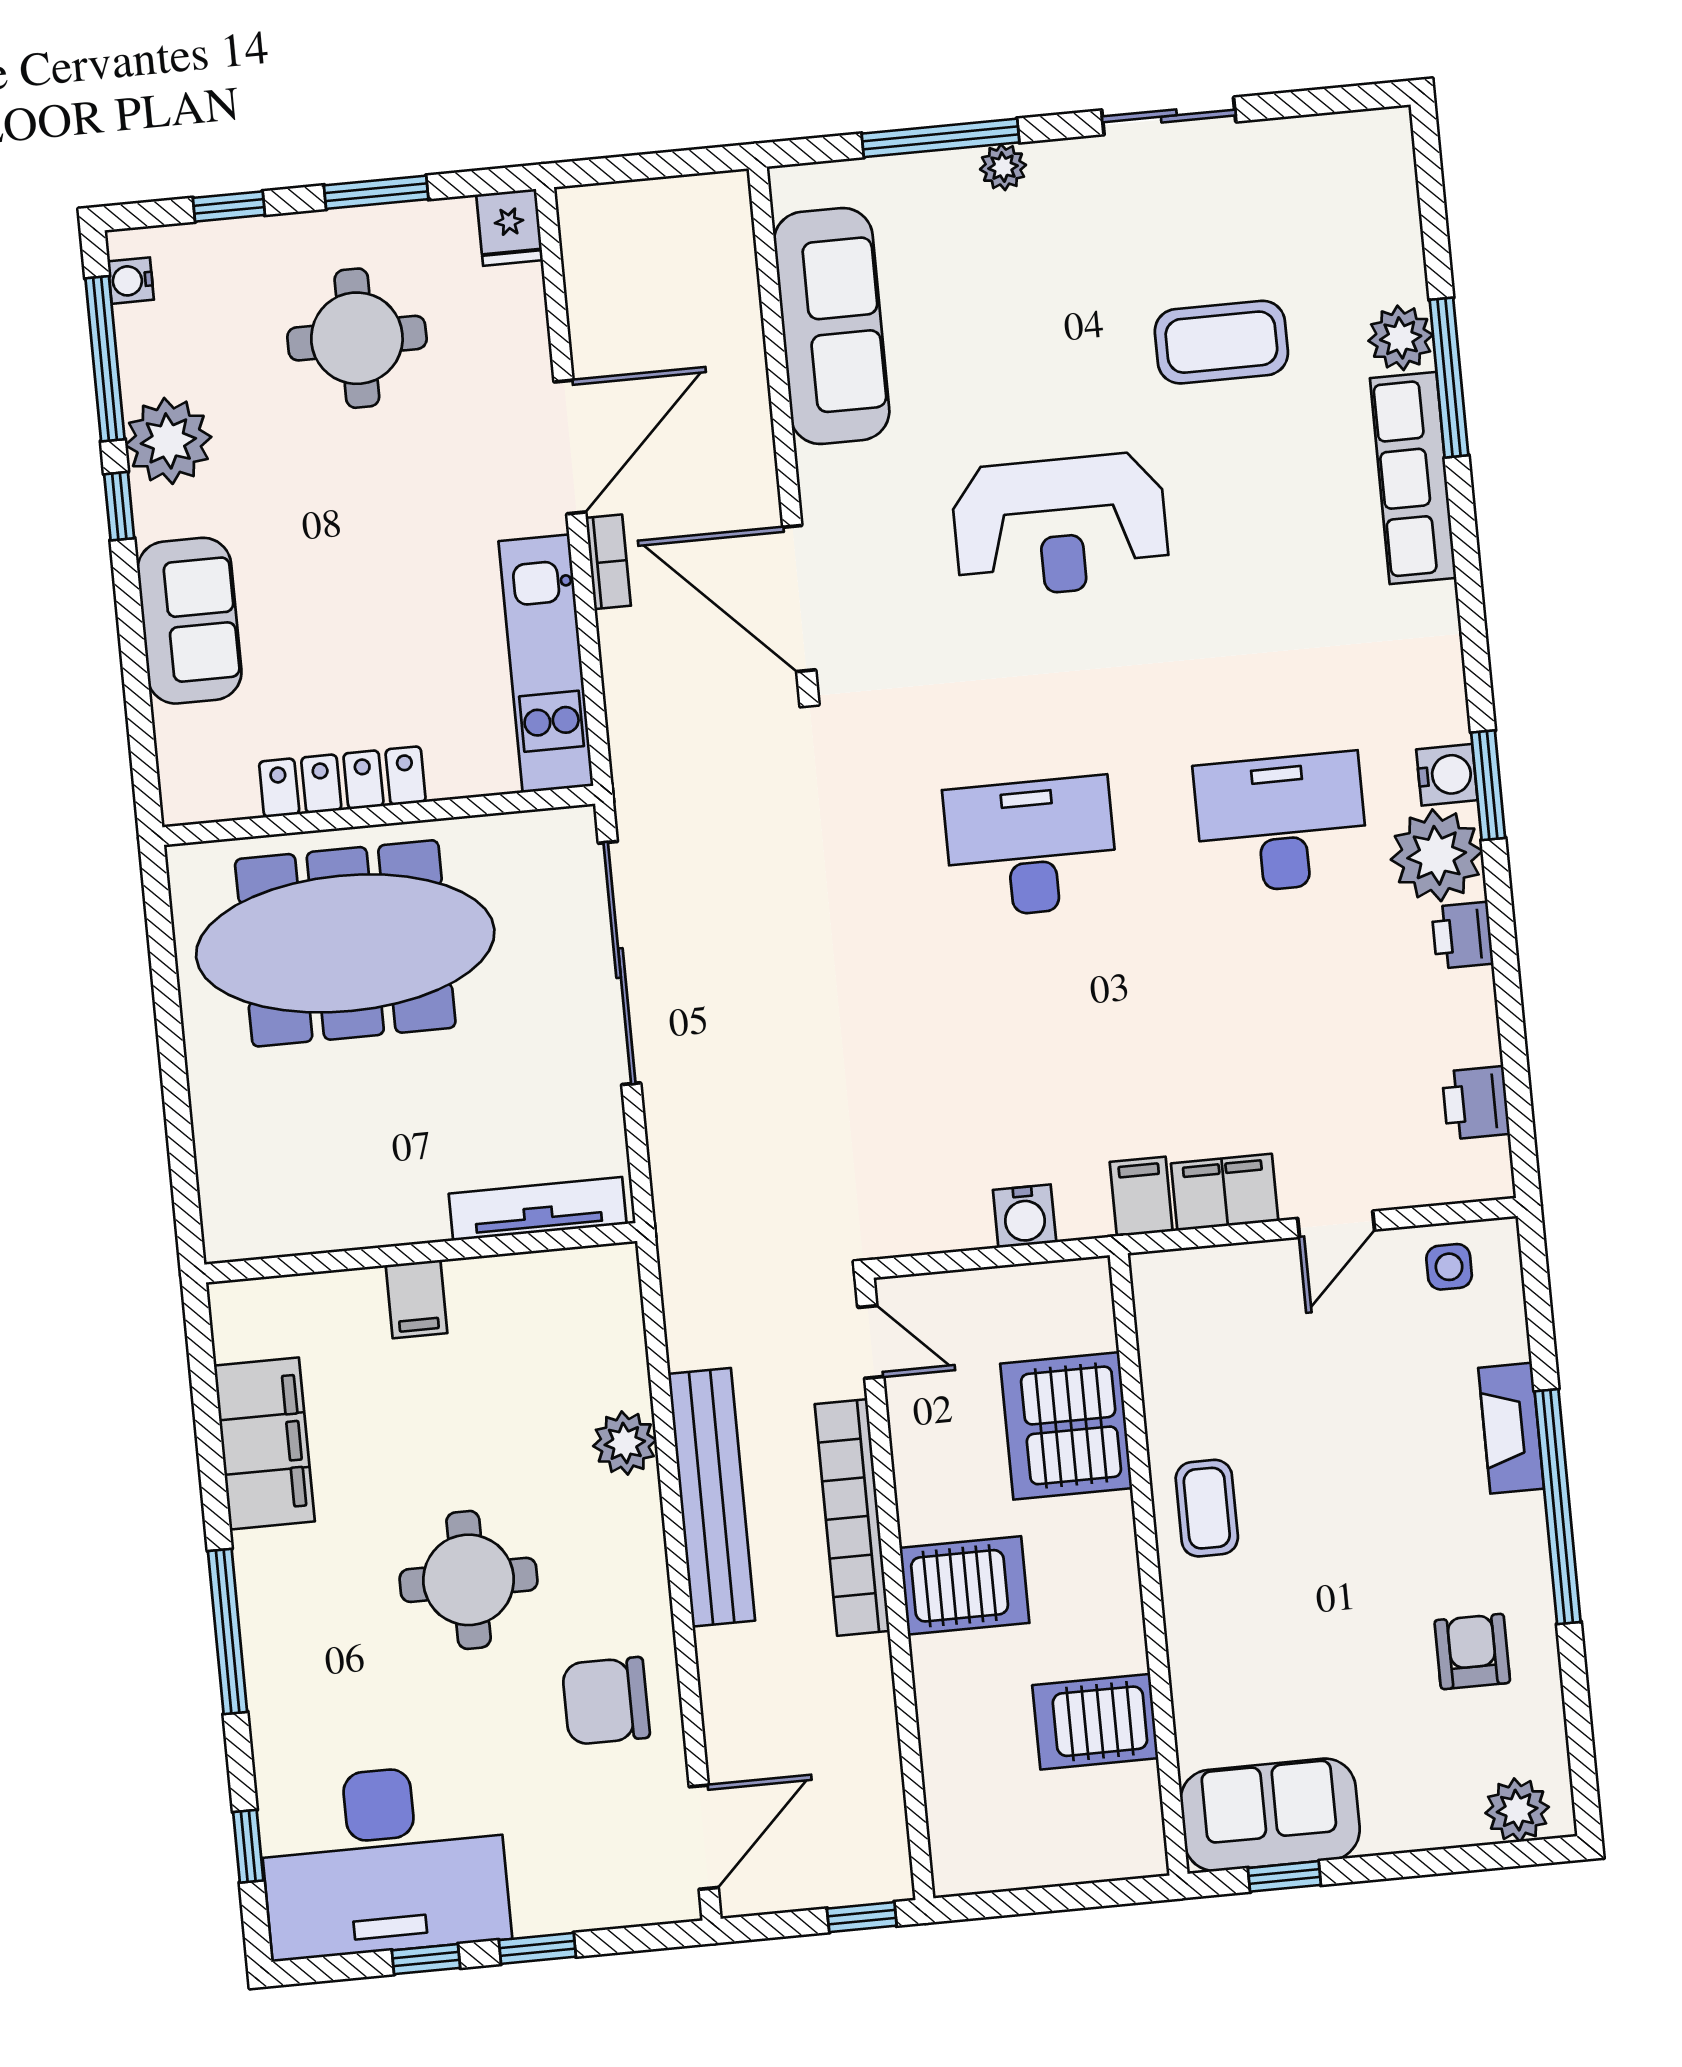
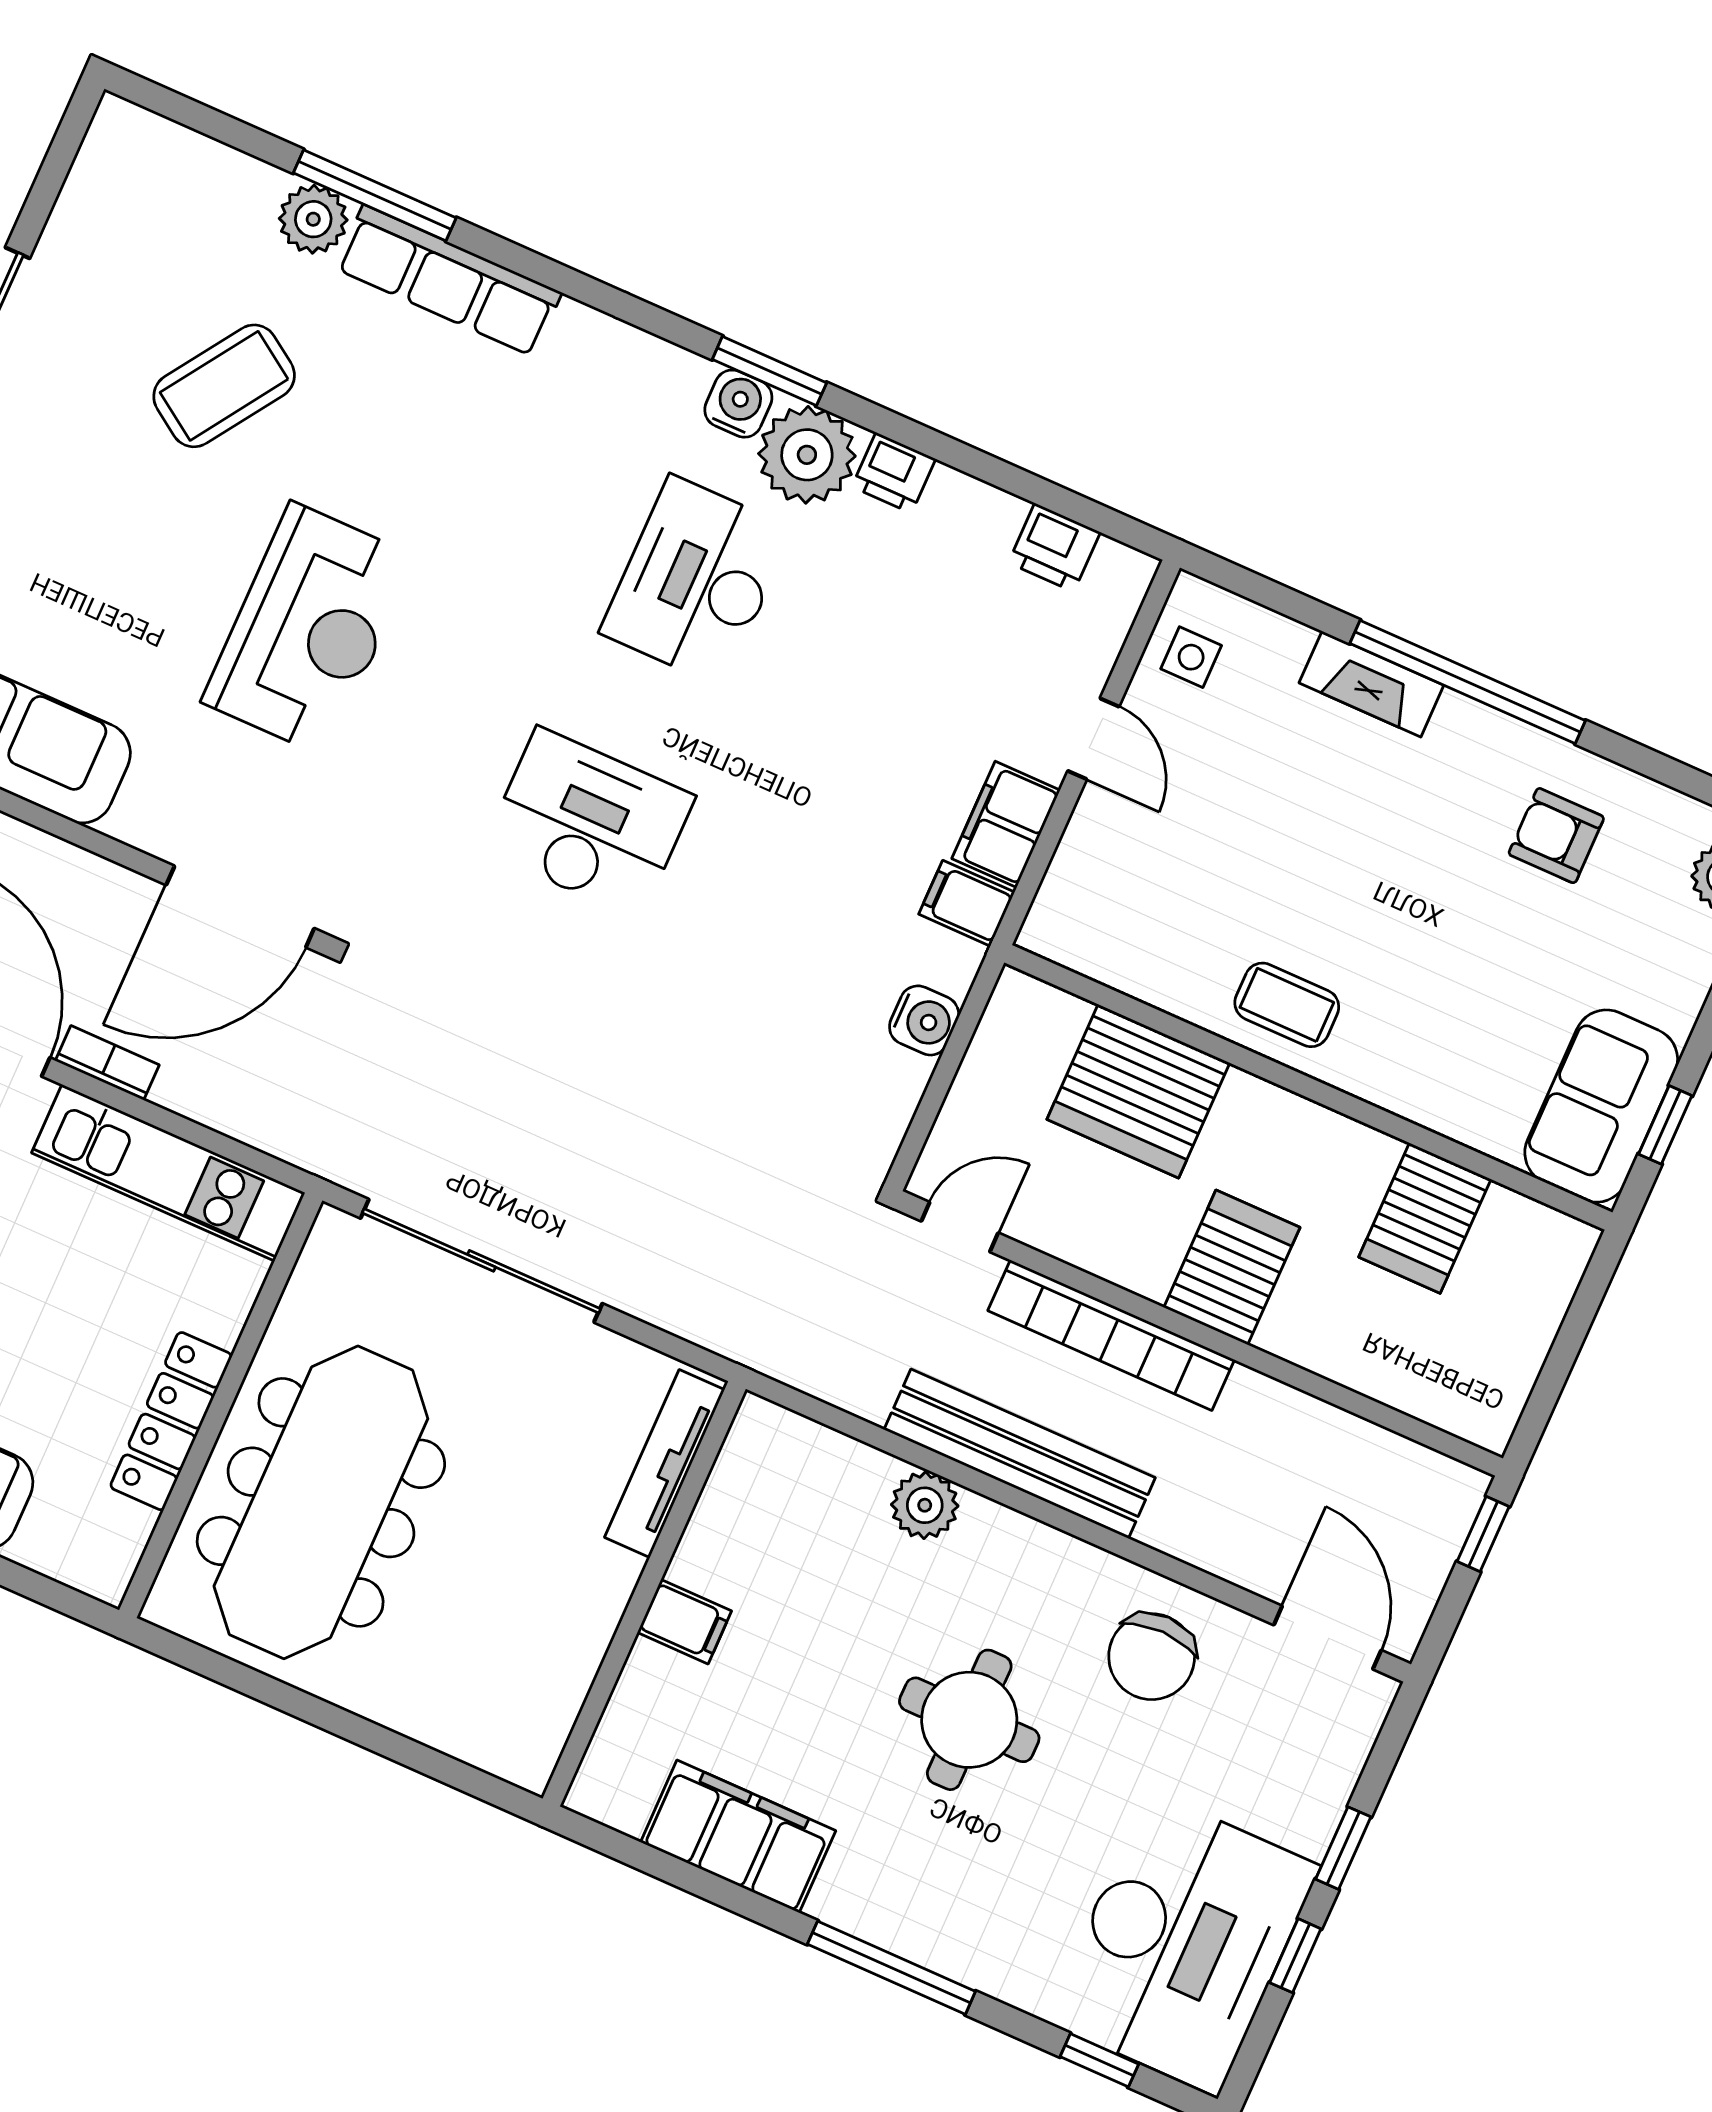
coffee table: (1221, 342) -> (224, 386), turned 34
desk: (1031, 847) -> (589, 823), turned 90

